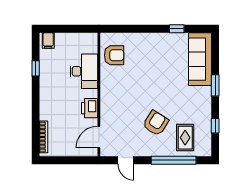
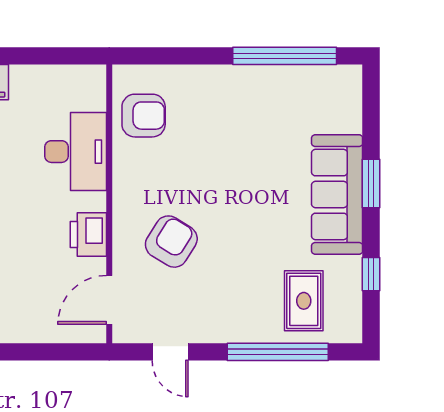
window: (177, 29) -> (285, 56), width x3.17
sofa: (200, 59) -> (337, 195), moved
armchair: (156, 123) -> (171, 242), moved

